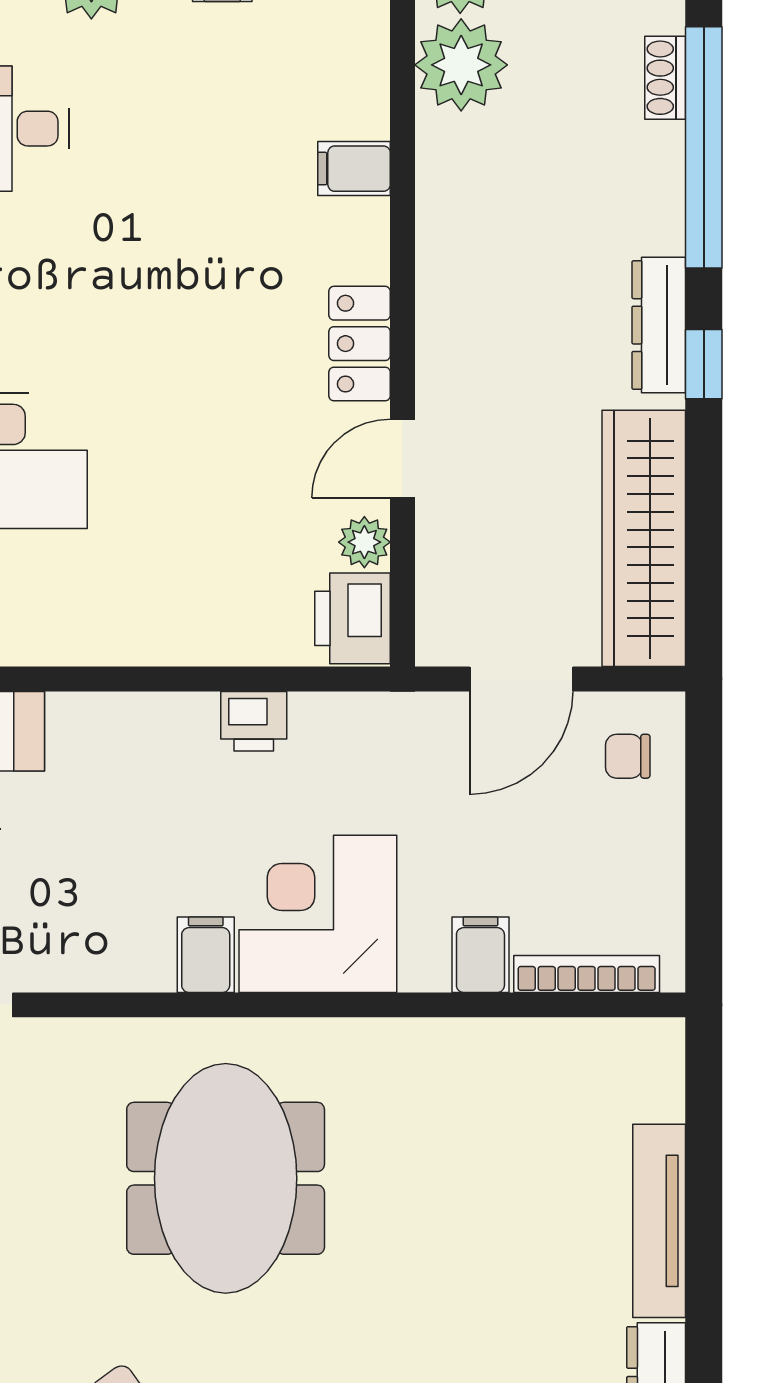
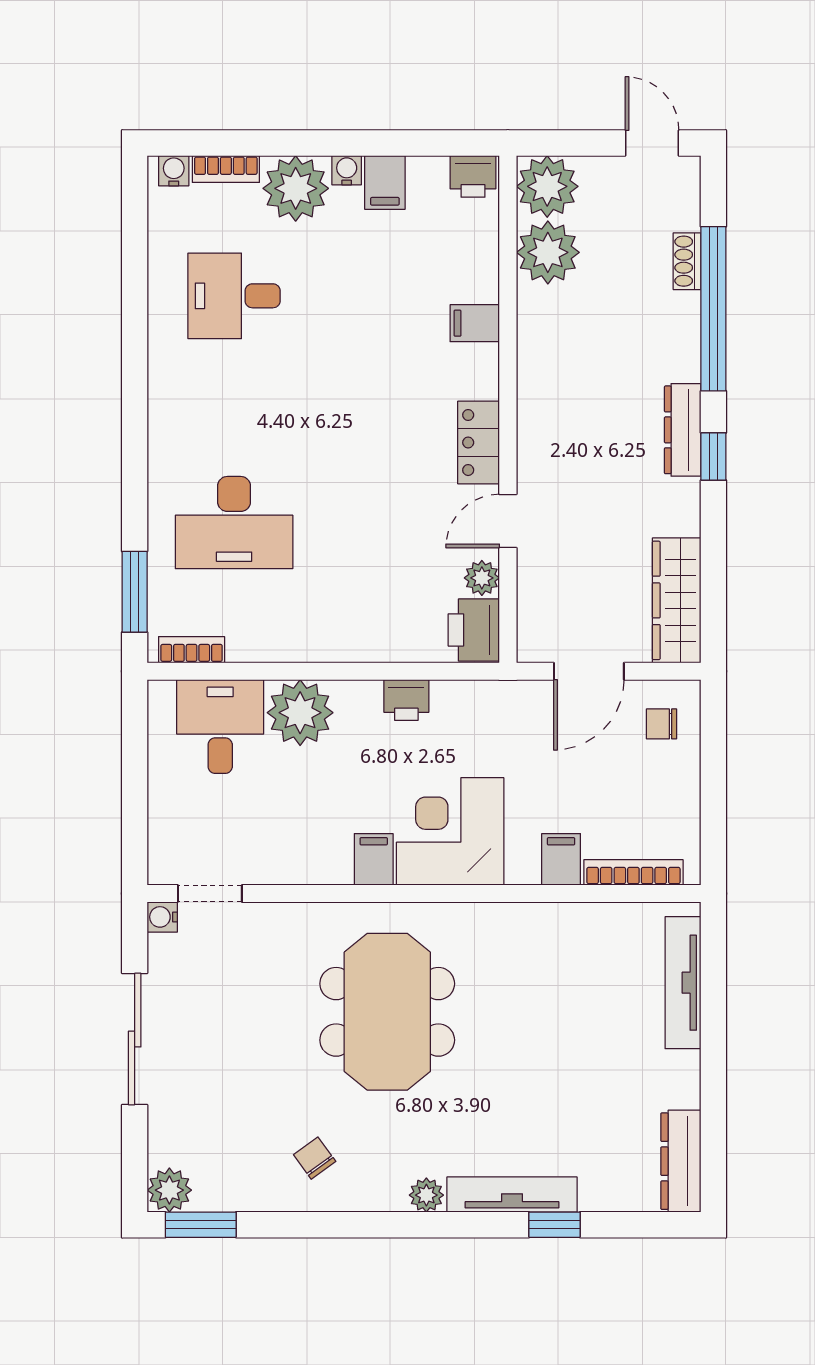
wardrobe: (644, 538) -> (677, 600), width x0.71, depth x0.85
plant: (98, 740) -> (300, 713), added
tv unit: (659, 1221) -> (683, 983), moved

